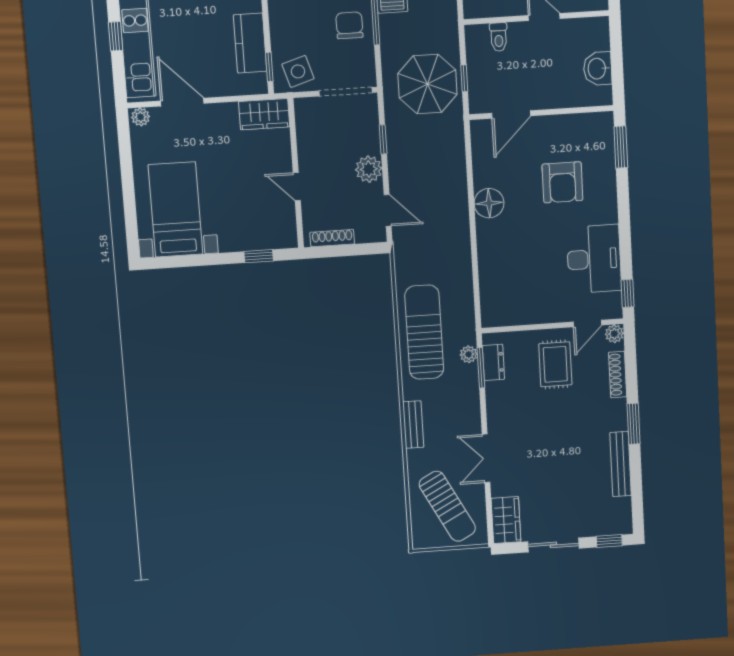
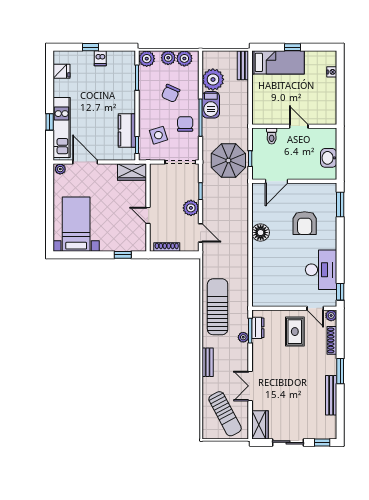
side table: (298, 71) -> (158, 135), moved
door: (587, 324) -> (315, 308), hinge flipped
plant: (469, 354) -> (243, 337), moved

